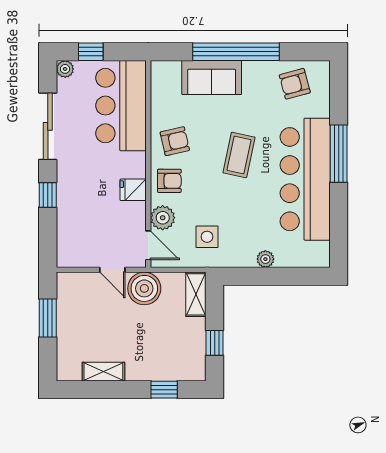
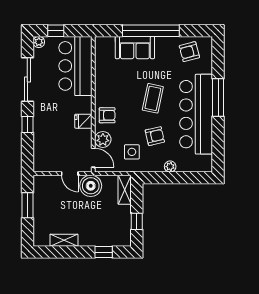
armchair: (175, 141) -> (155, 136), moved

